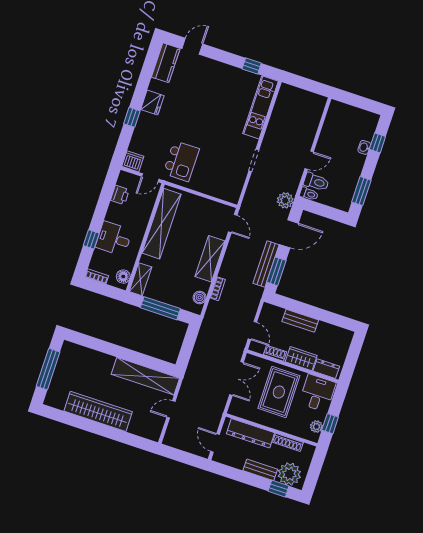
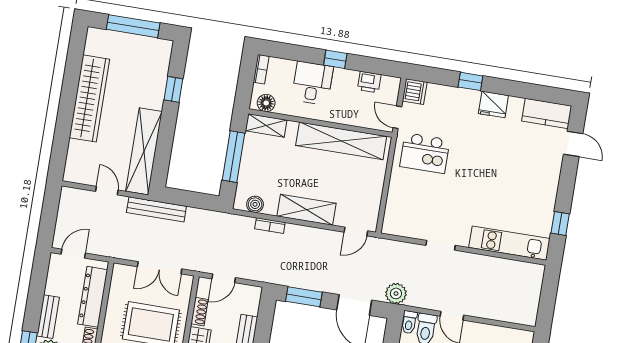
window: (91, 239) -> (335, 59), moved
bench: (266, 264) -> (156, 209), moved
window: (101, 346) -> (173, 89), added

